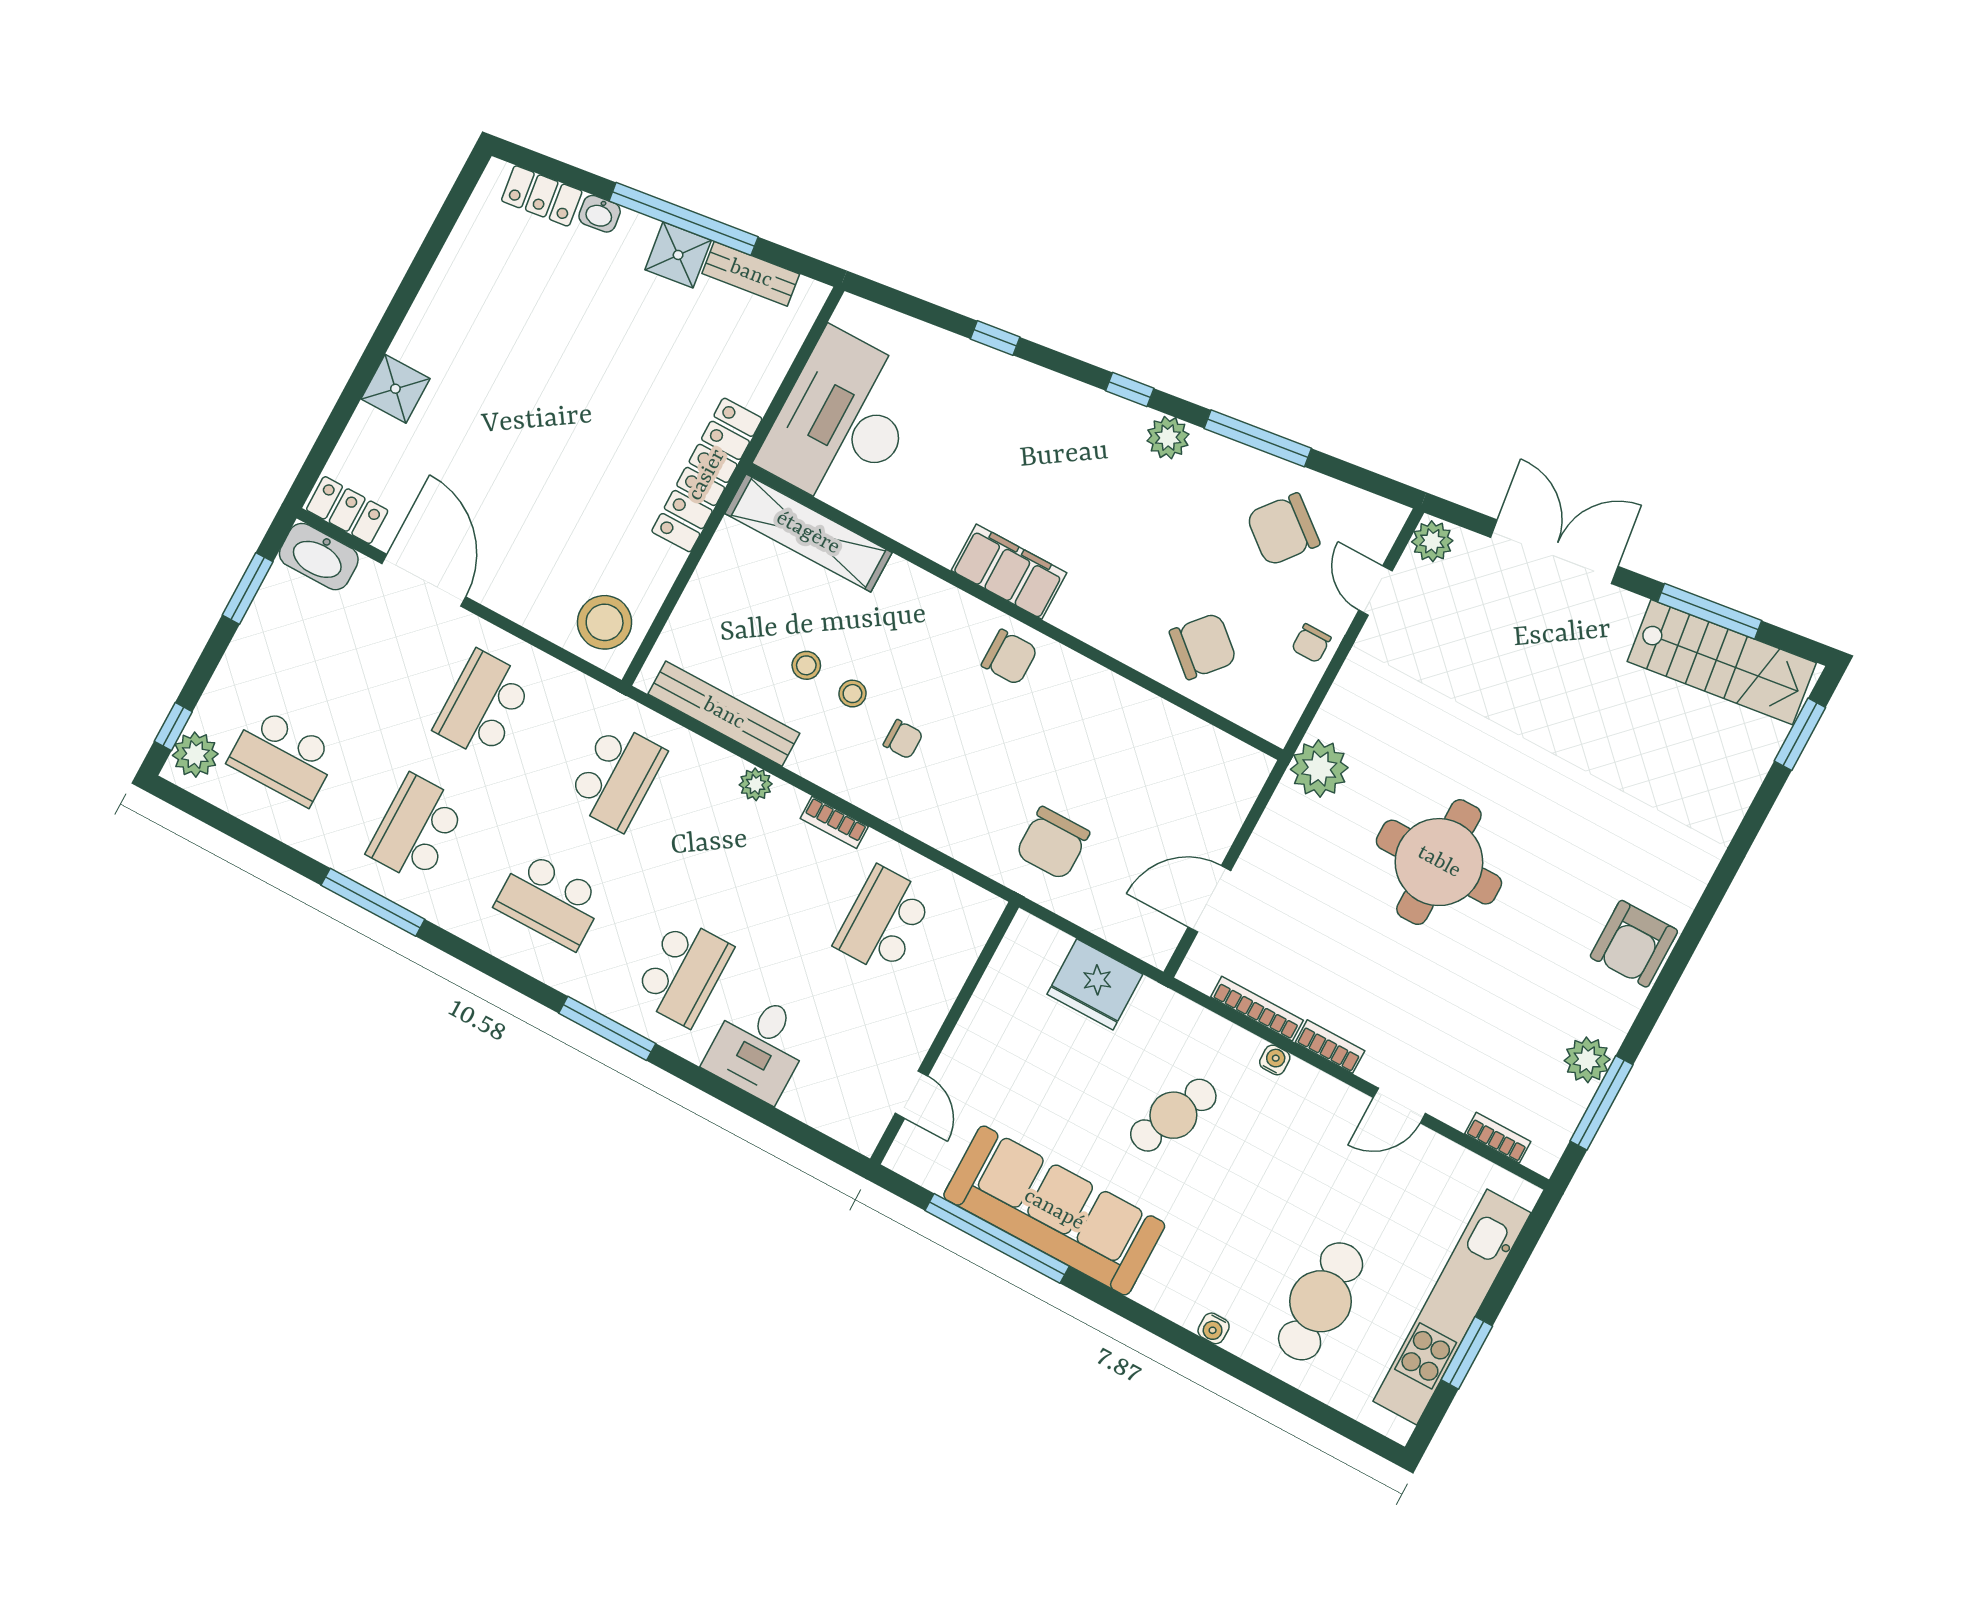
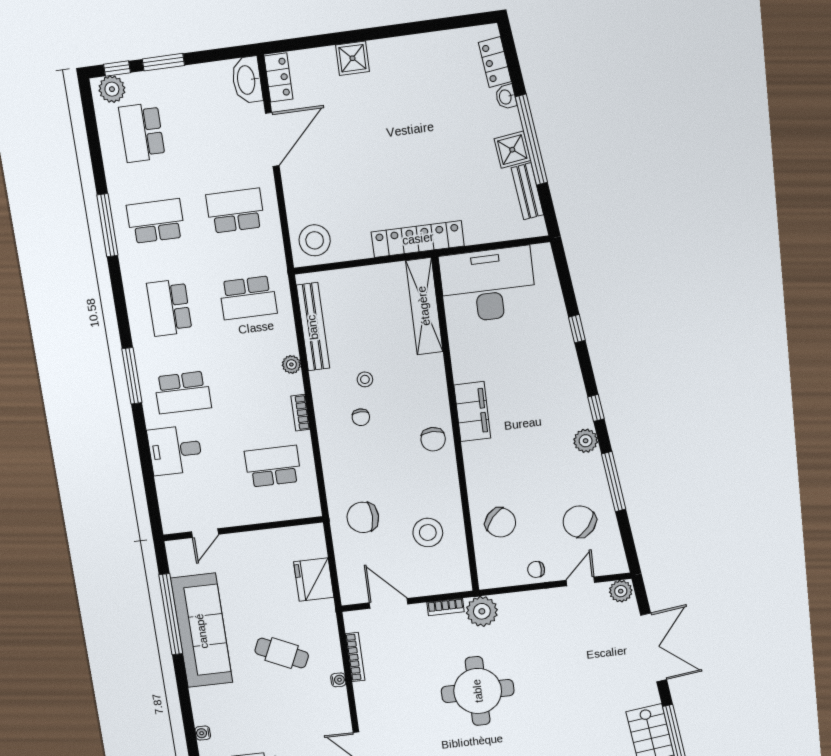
window: (248, 588) -> (163, 62), moved
stool: (806, 665) -> (428, 533), moved, width x1.89, depth x1.89
bookcase: (1330, 1047) -> (446, 607), moved, turned 90

